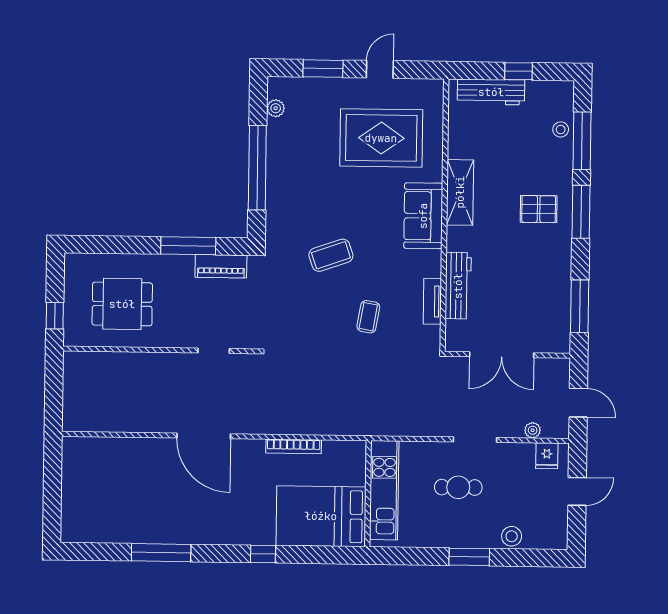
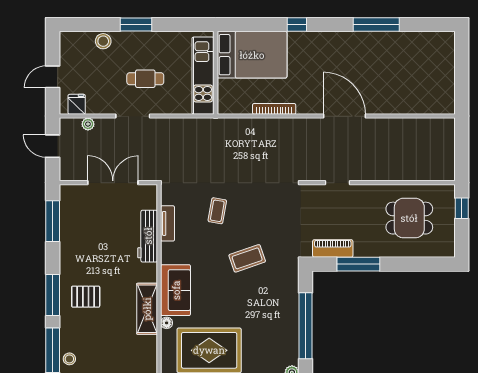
floor lamp: (435, 174) -> (167, 323), added

